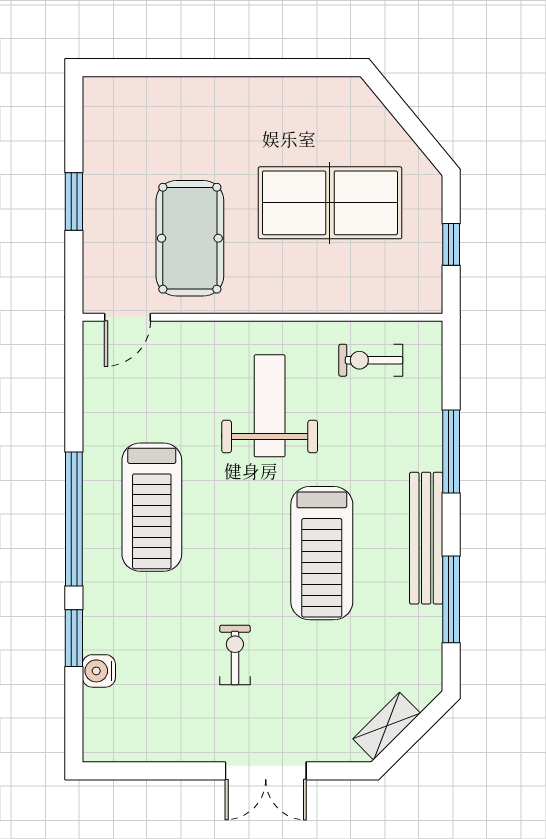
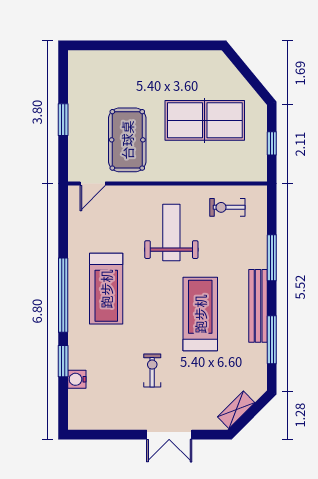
treadmill: (322, 553) -> (200, 314), turned 180

